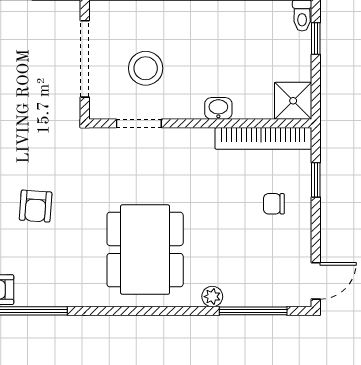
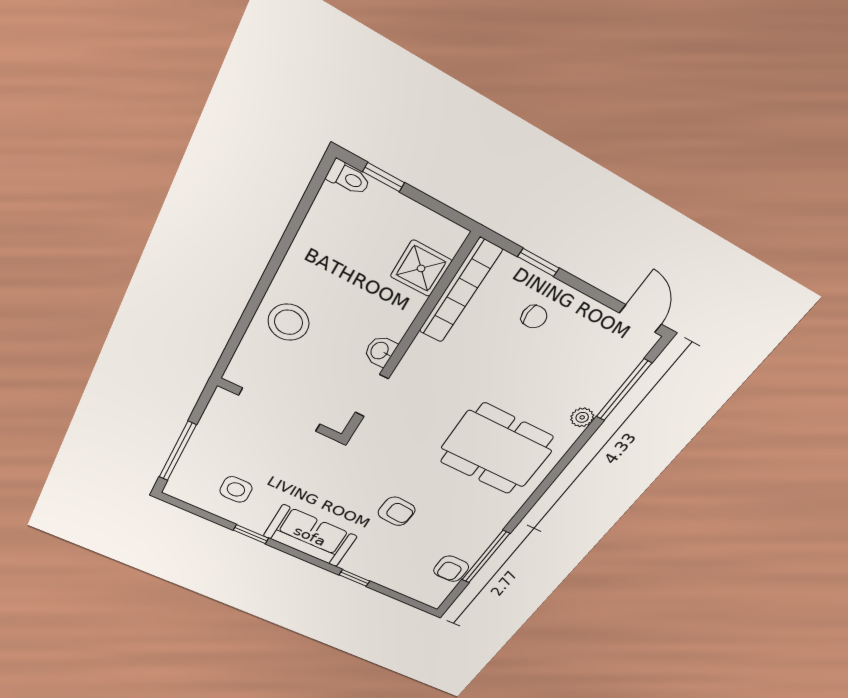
stool: (146, 68) -> (288, 322), moved
shower: (293, 101) -> (421, 268), moved
washbasin: (218, 108) -> (380, 351), moved
chair: (274, 204) -> (534, 317), turned -90

